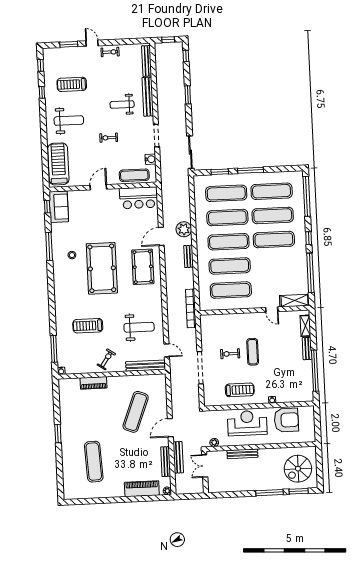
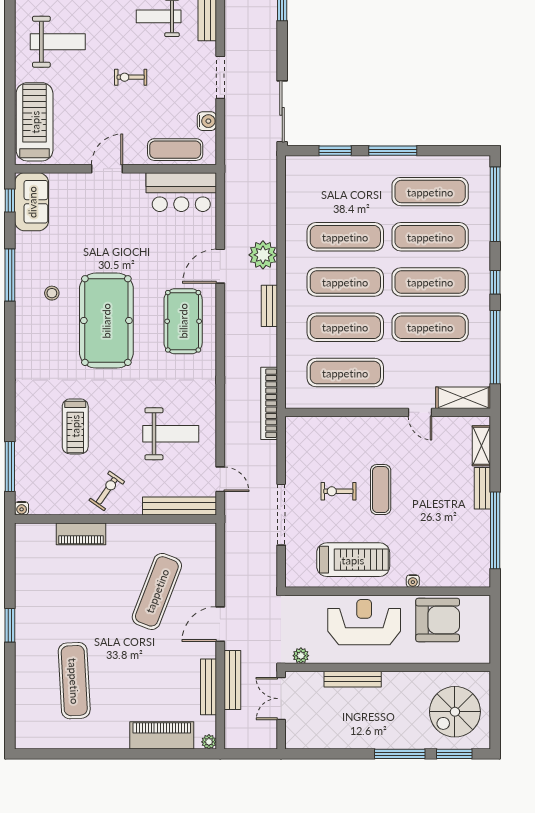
exercise mat: (226, 193) -> (430, 327), moved
treadmill: (88, 326) -> (75, 426), turned -90
treadmill: (240, 390) -> (353, 560), width x1.37, depth x1.38

